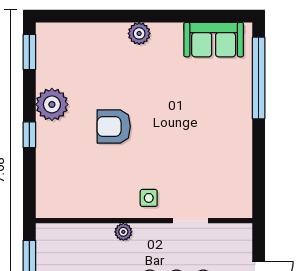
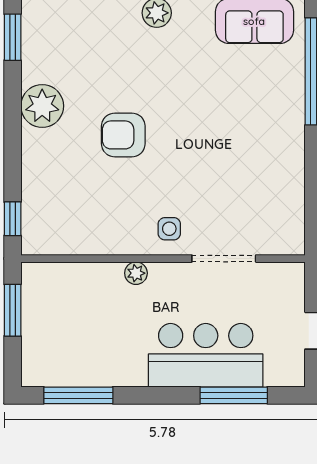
window: (29, 135) -> (13, 219), moved
doorway: (190, 221) -> (224, 259), width x1.38

